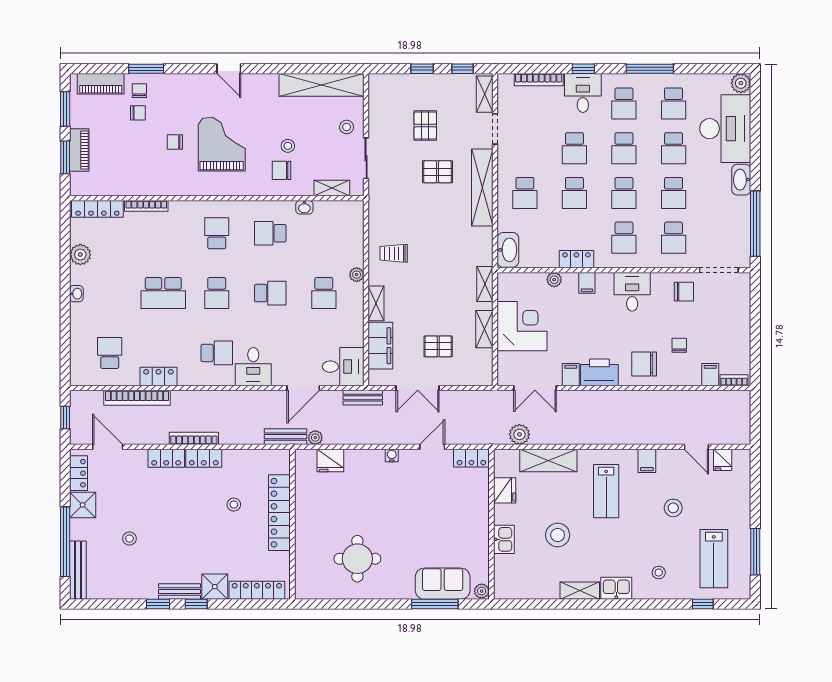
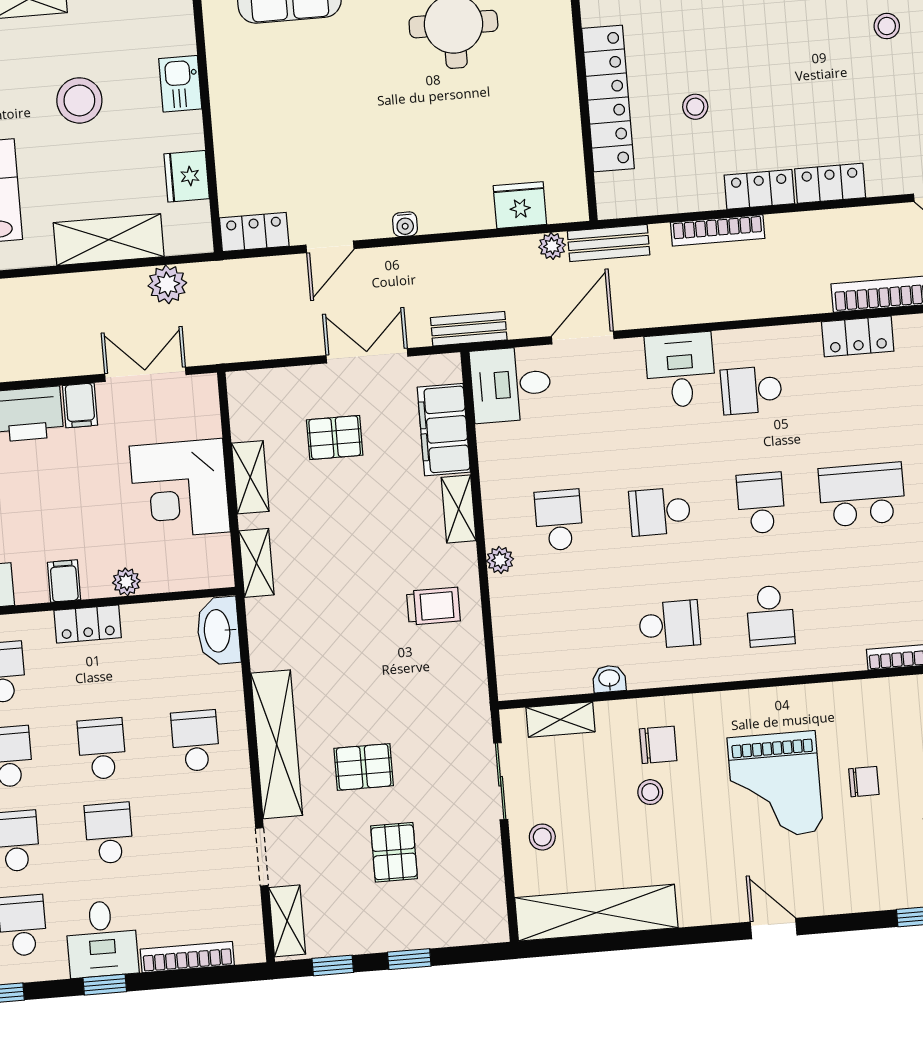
bookcase: (194, 438) -> (718, 230), moved

